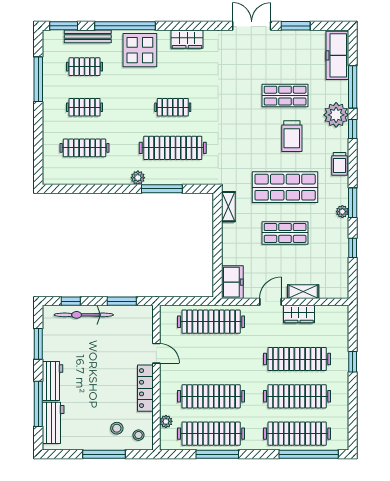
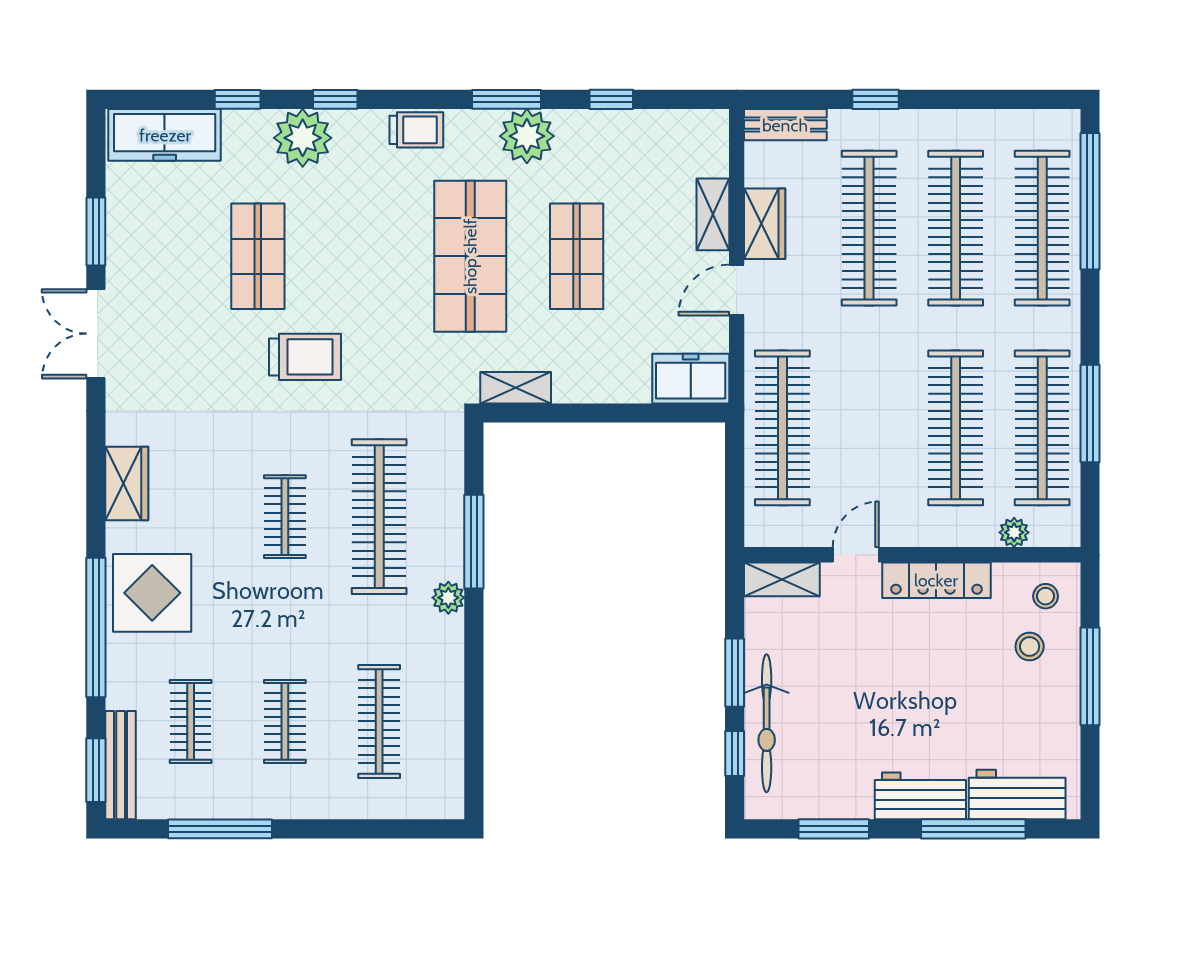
bench: (88, 36) -> (121, 765), moved
window: (353, 87) -> (238, 99), width x0.46
trolley: (292, 136) -> (305, 357), moved
plant: (342, 212) -> (527, 136), width x1.88, depth x1.88
window: (122, 301) -> (735, 673), moved
door: (270, 302) -> (737, 290), hinge flipped
shelving: (146, 321) -> (782, 579), added
bench: (342, 323) -> (785, 125), added

